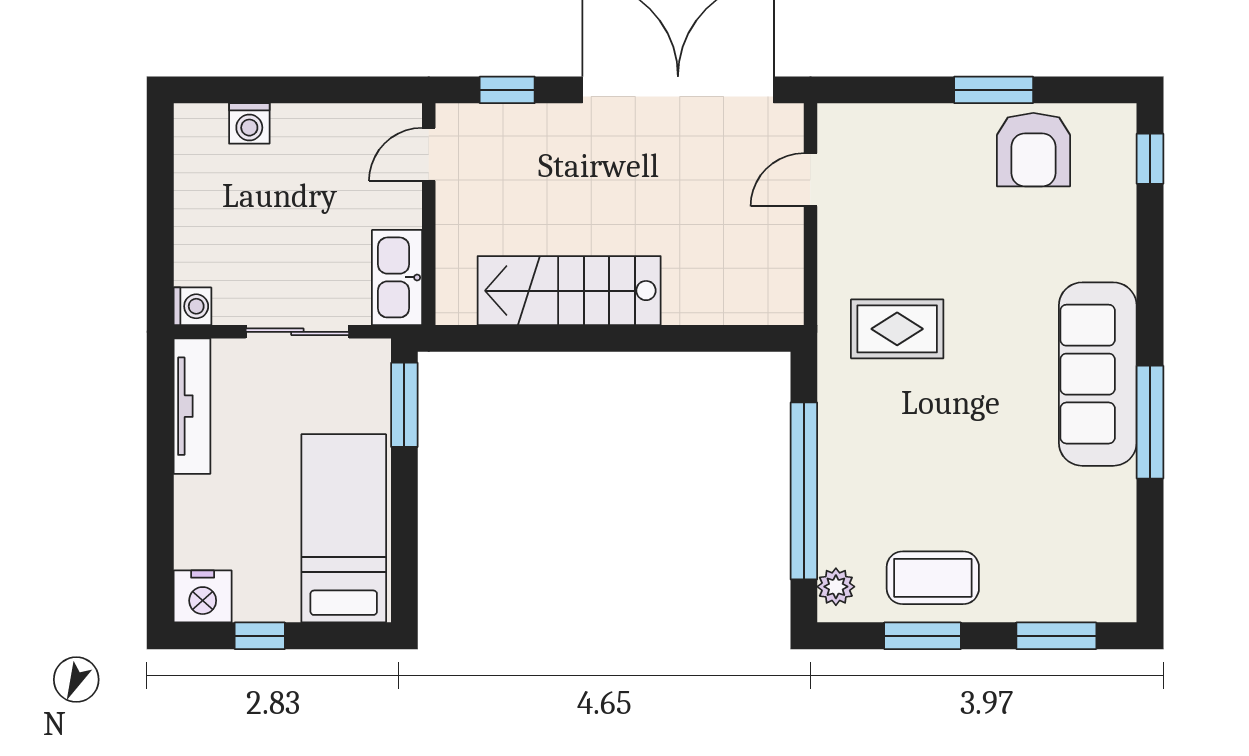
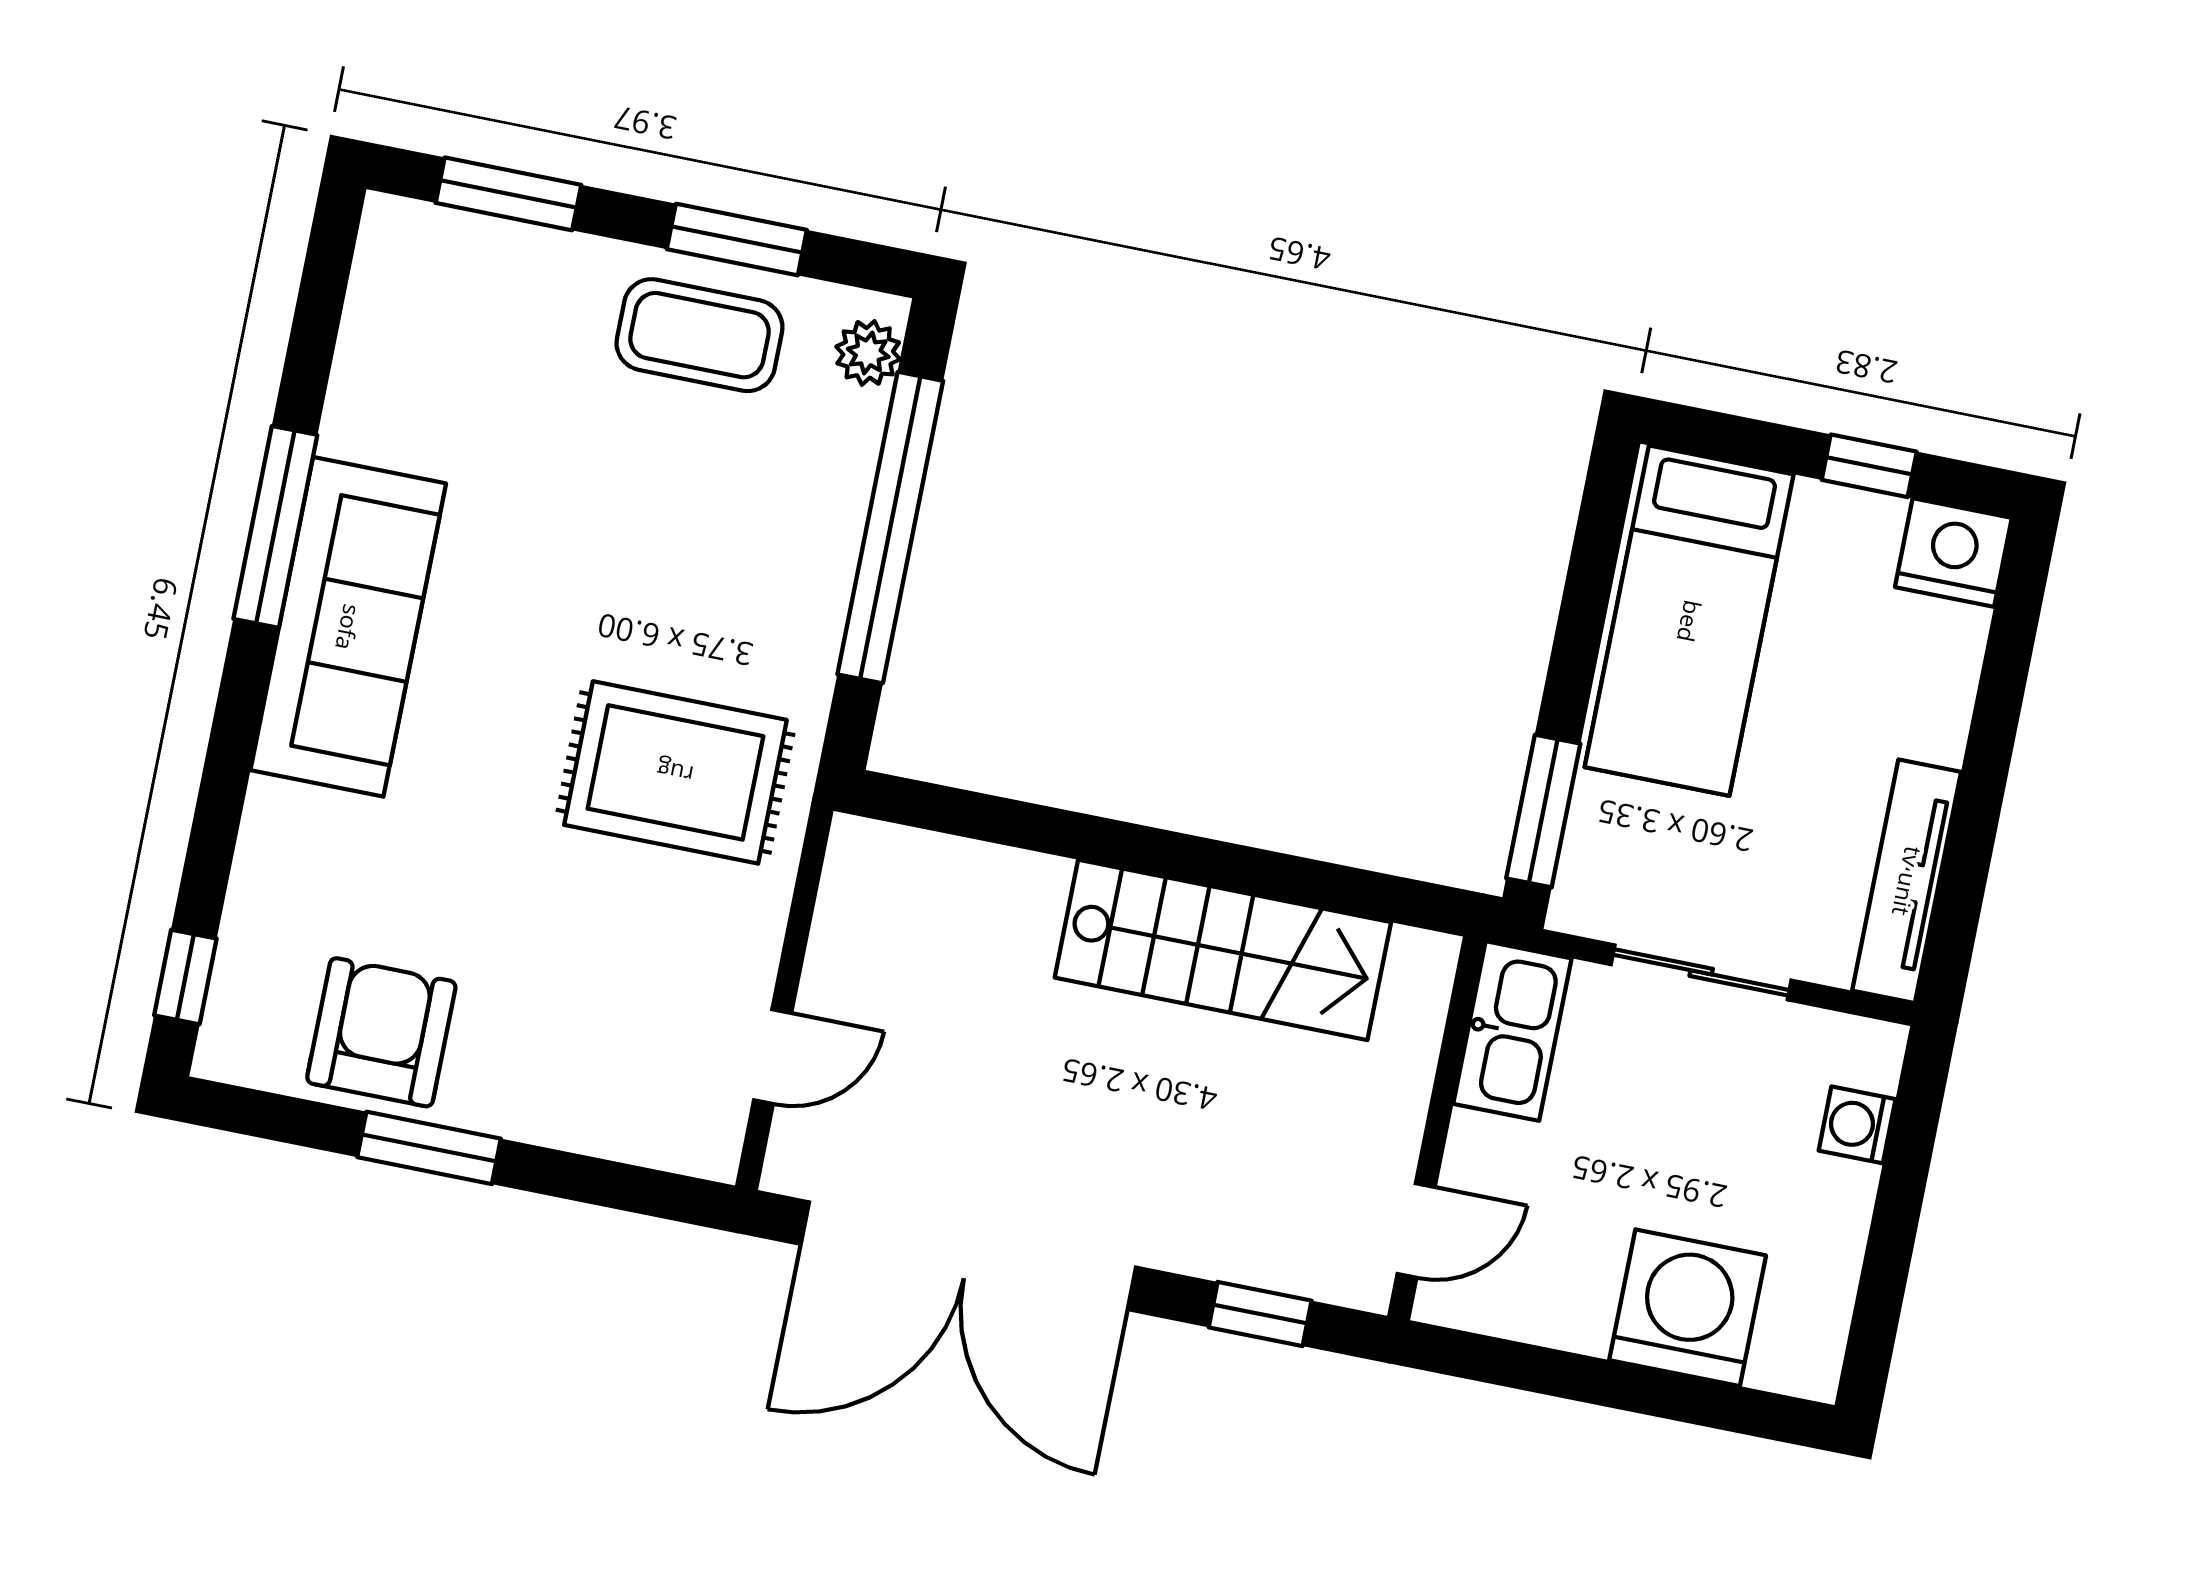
washing machine: (249, 123) -> (1688, 1308), width x1.89, depth x1.89
washing machine: (192, 306) -> (1857, 1125), moved
rug: (897, 329) -> (675, 772), width x1.36, depth x1.43

